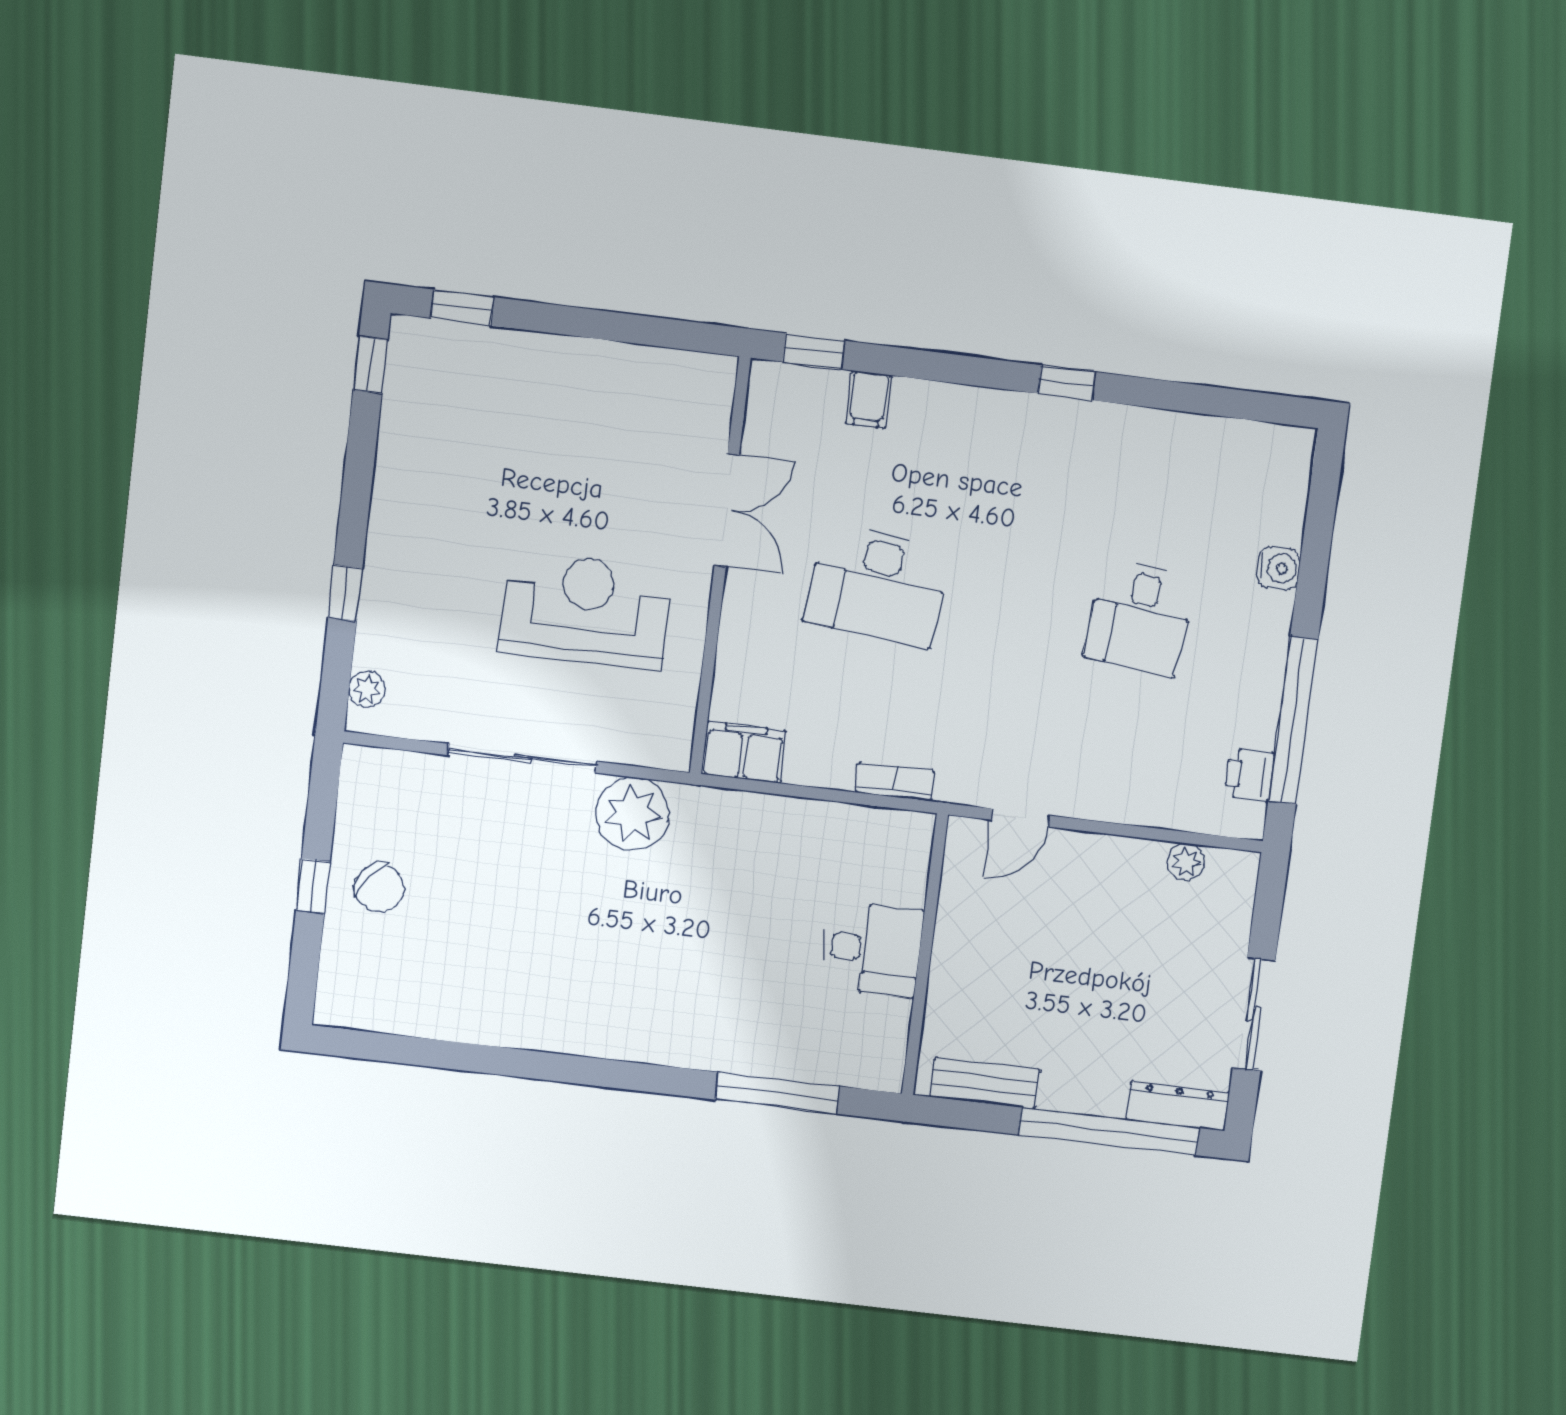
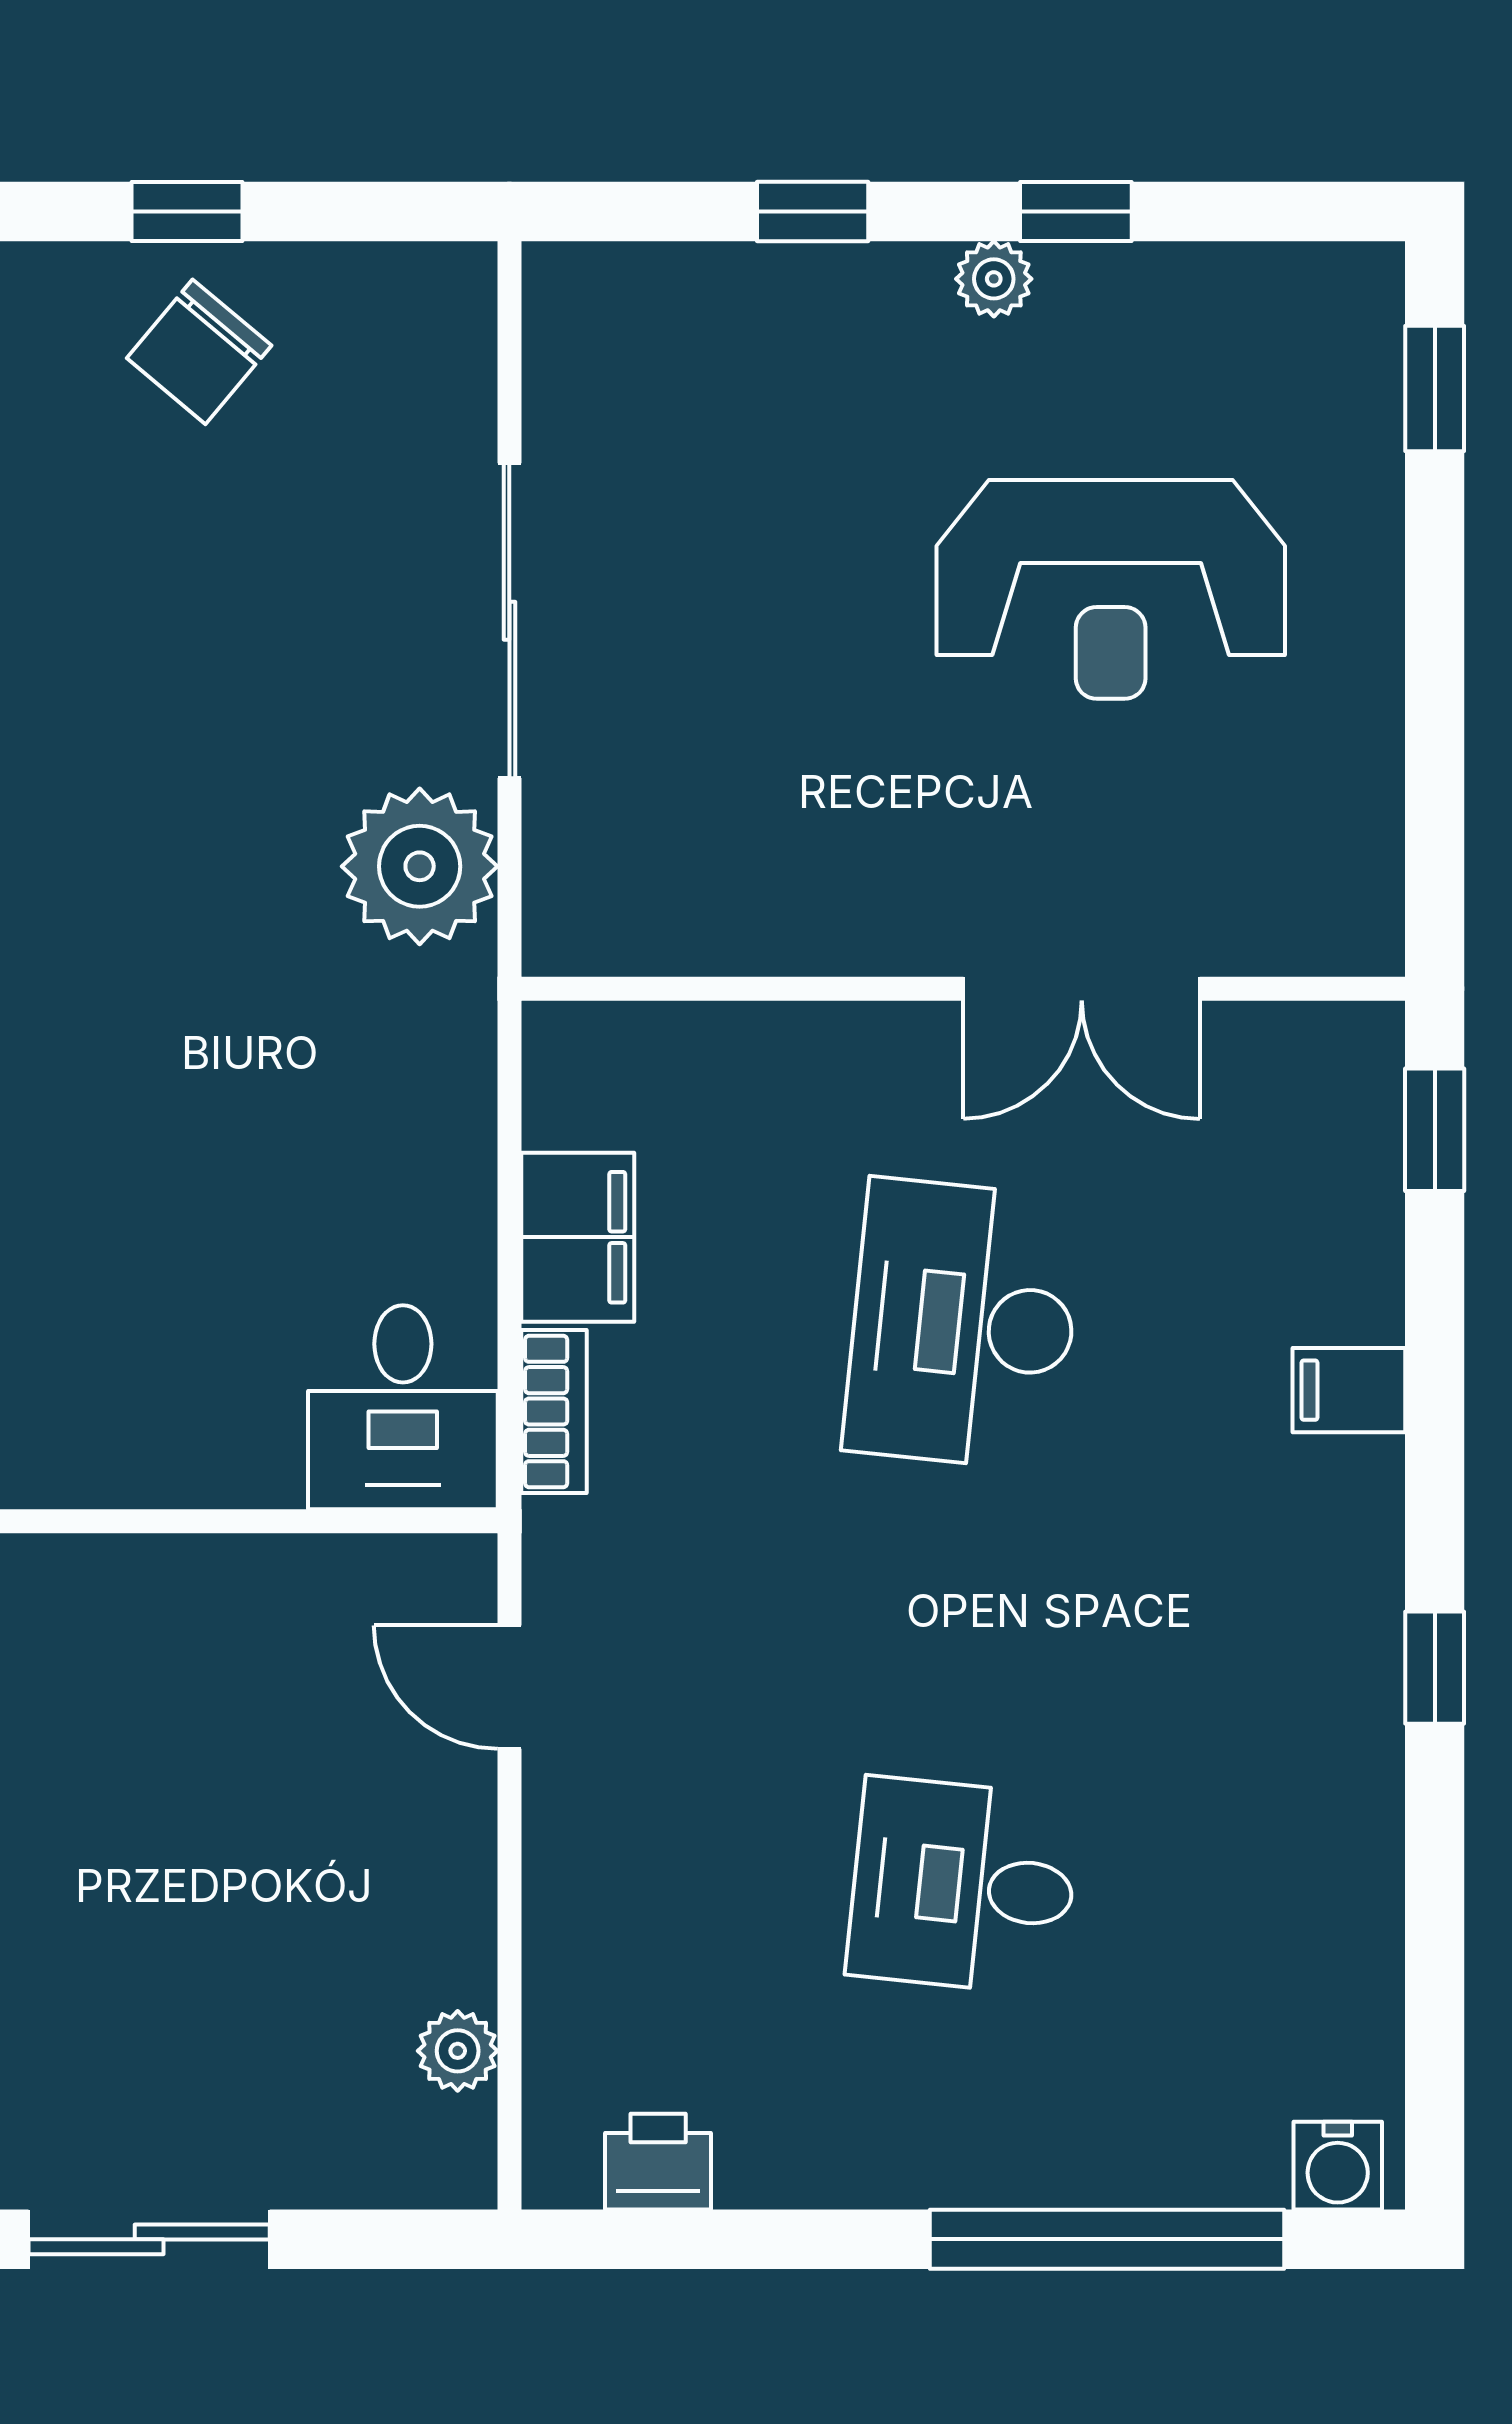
window: (370, 365) -> (1076, 211), moved
filing cabinet: (868, 399) -> (1349, 1390), moved
water cooler: (1279, 568) -> (1338, 2166), moved
reception desk: (585, 610) -> (1111, 589), moved, turned 90
plant: (367, 689) -> (994, 279), moved
window: (1293, 720) -> (1107, 2239), moved
filing cabinet: (744, 752) -> (578, 1237), moved
desk: (872, 949) -> (403, 1407), moved

